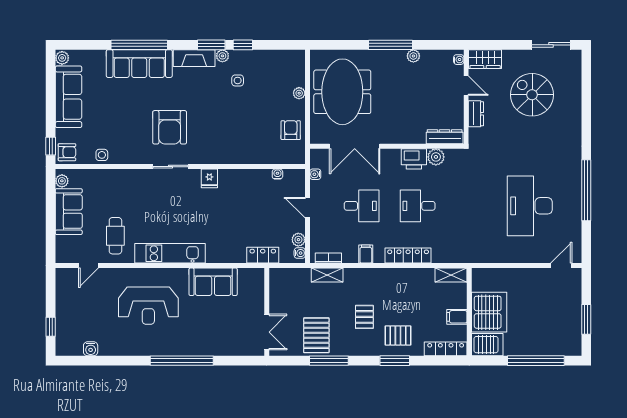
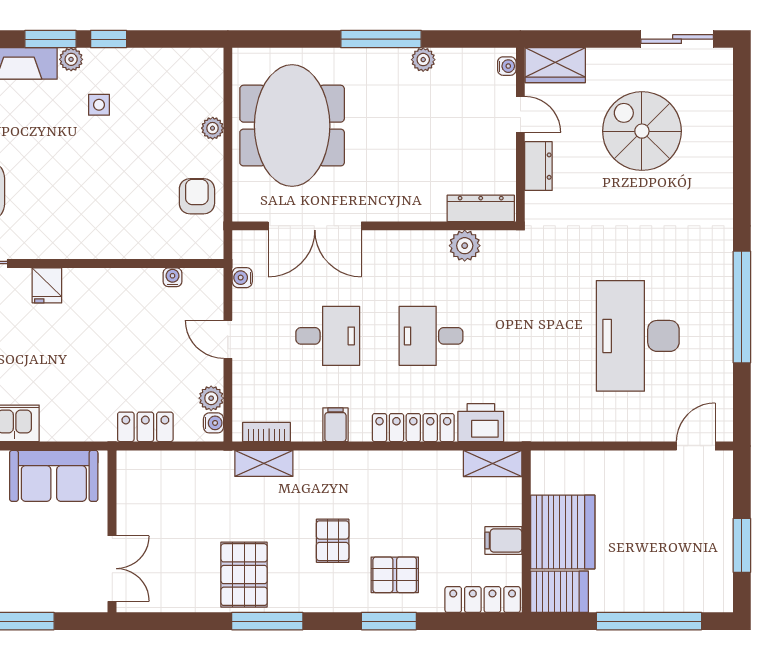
printer: (414, 159) -> (481, 423), moved, turned 180
wall: (267, 312) -> (112, 531), moved
double door: (267, 332) -> (112, 569), moved

